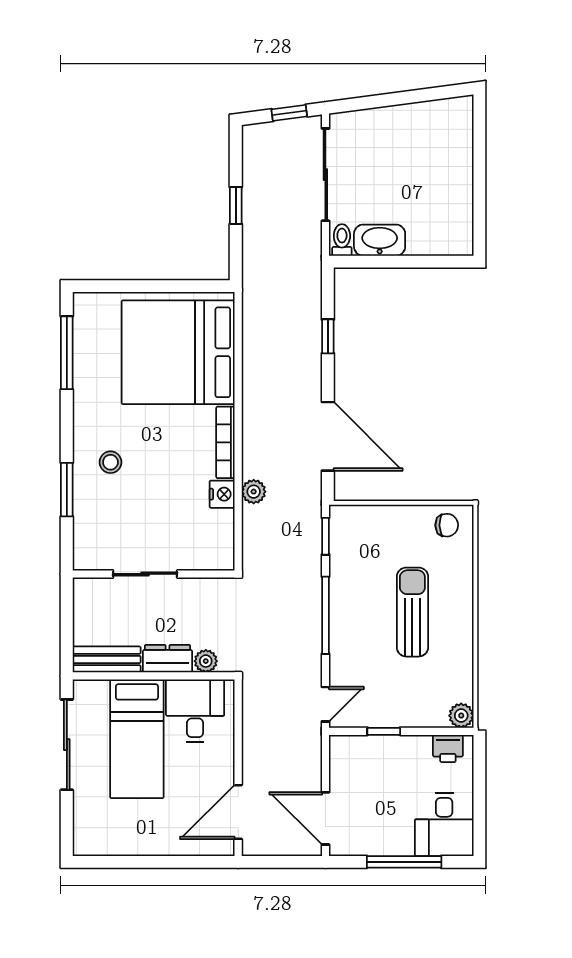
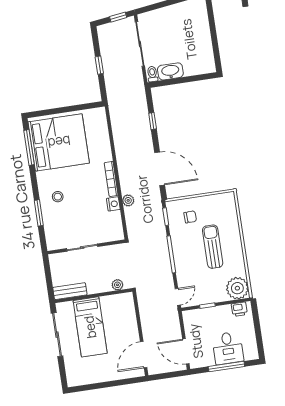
bed: (178, 352) -> (59, 142), moved, turned 180
chair: (447, 525) -> (190, 217), moved
dresser: (168, 659) -> (99, 286), removed
desk: (195, 711) -> (116, 309), removed
plant: (461, 716) -> (237, 288), width x1.87, depth x1.87
desk: (444, 824) -> (228, 348), moved

